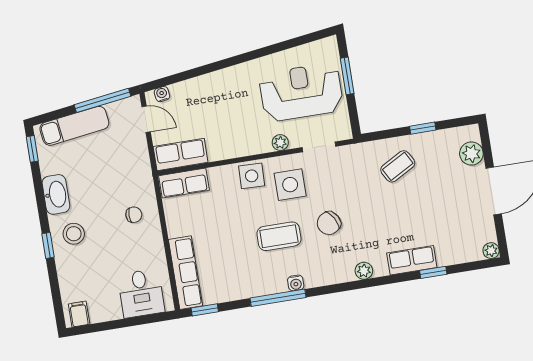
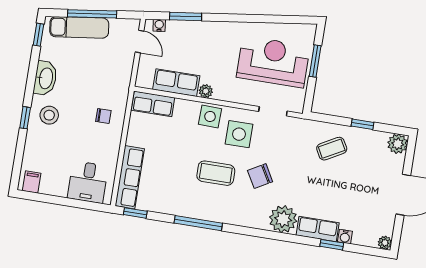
window: (188, 75) -> (186, 17), added
window: (103, 100) -> (92, 14), moved
plant: (280, 143) -> (206, 91), moved
row of seats: (181, 154) -> (176, 83), moved
plant: (471, 154) -> (398, 144), moved
plant: (364, 271) -> (283, 219), width x1.88, depth x1.88
water cooler: (296, 283) -> (345, 237), moved

